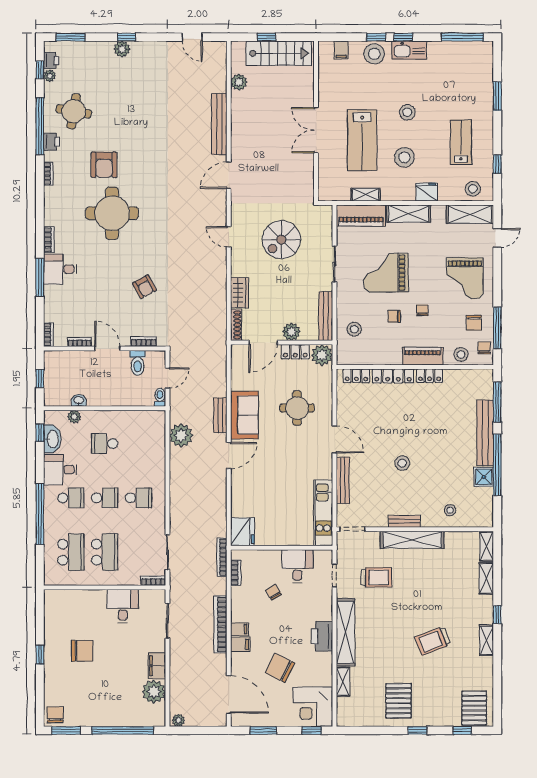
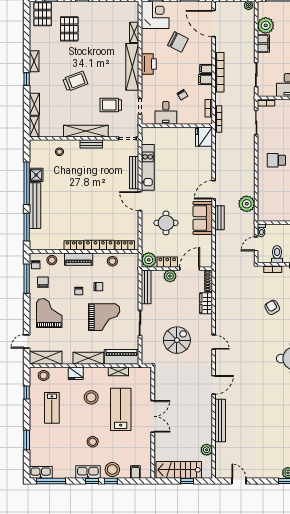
kitchen sink: (477, 50) -> (41, 472), added
stool: (407, 112) -> (93, 442), moved
stool: (354, 329) -> (112, 261), moved
stool: (402, 463) -> (93, 185), removed
kitchen unit: (323, 513) -> (148, 167), moved
trolley: (433, 641) -> (75, 81), moved
filing cabinet: (240, 644) -> (205, 79), moved
pallet: (398, 701) -> (69, 29), moved

